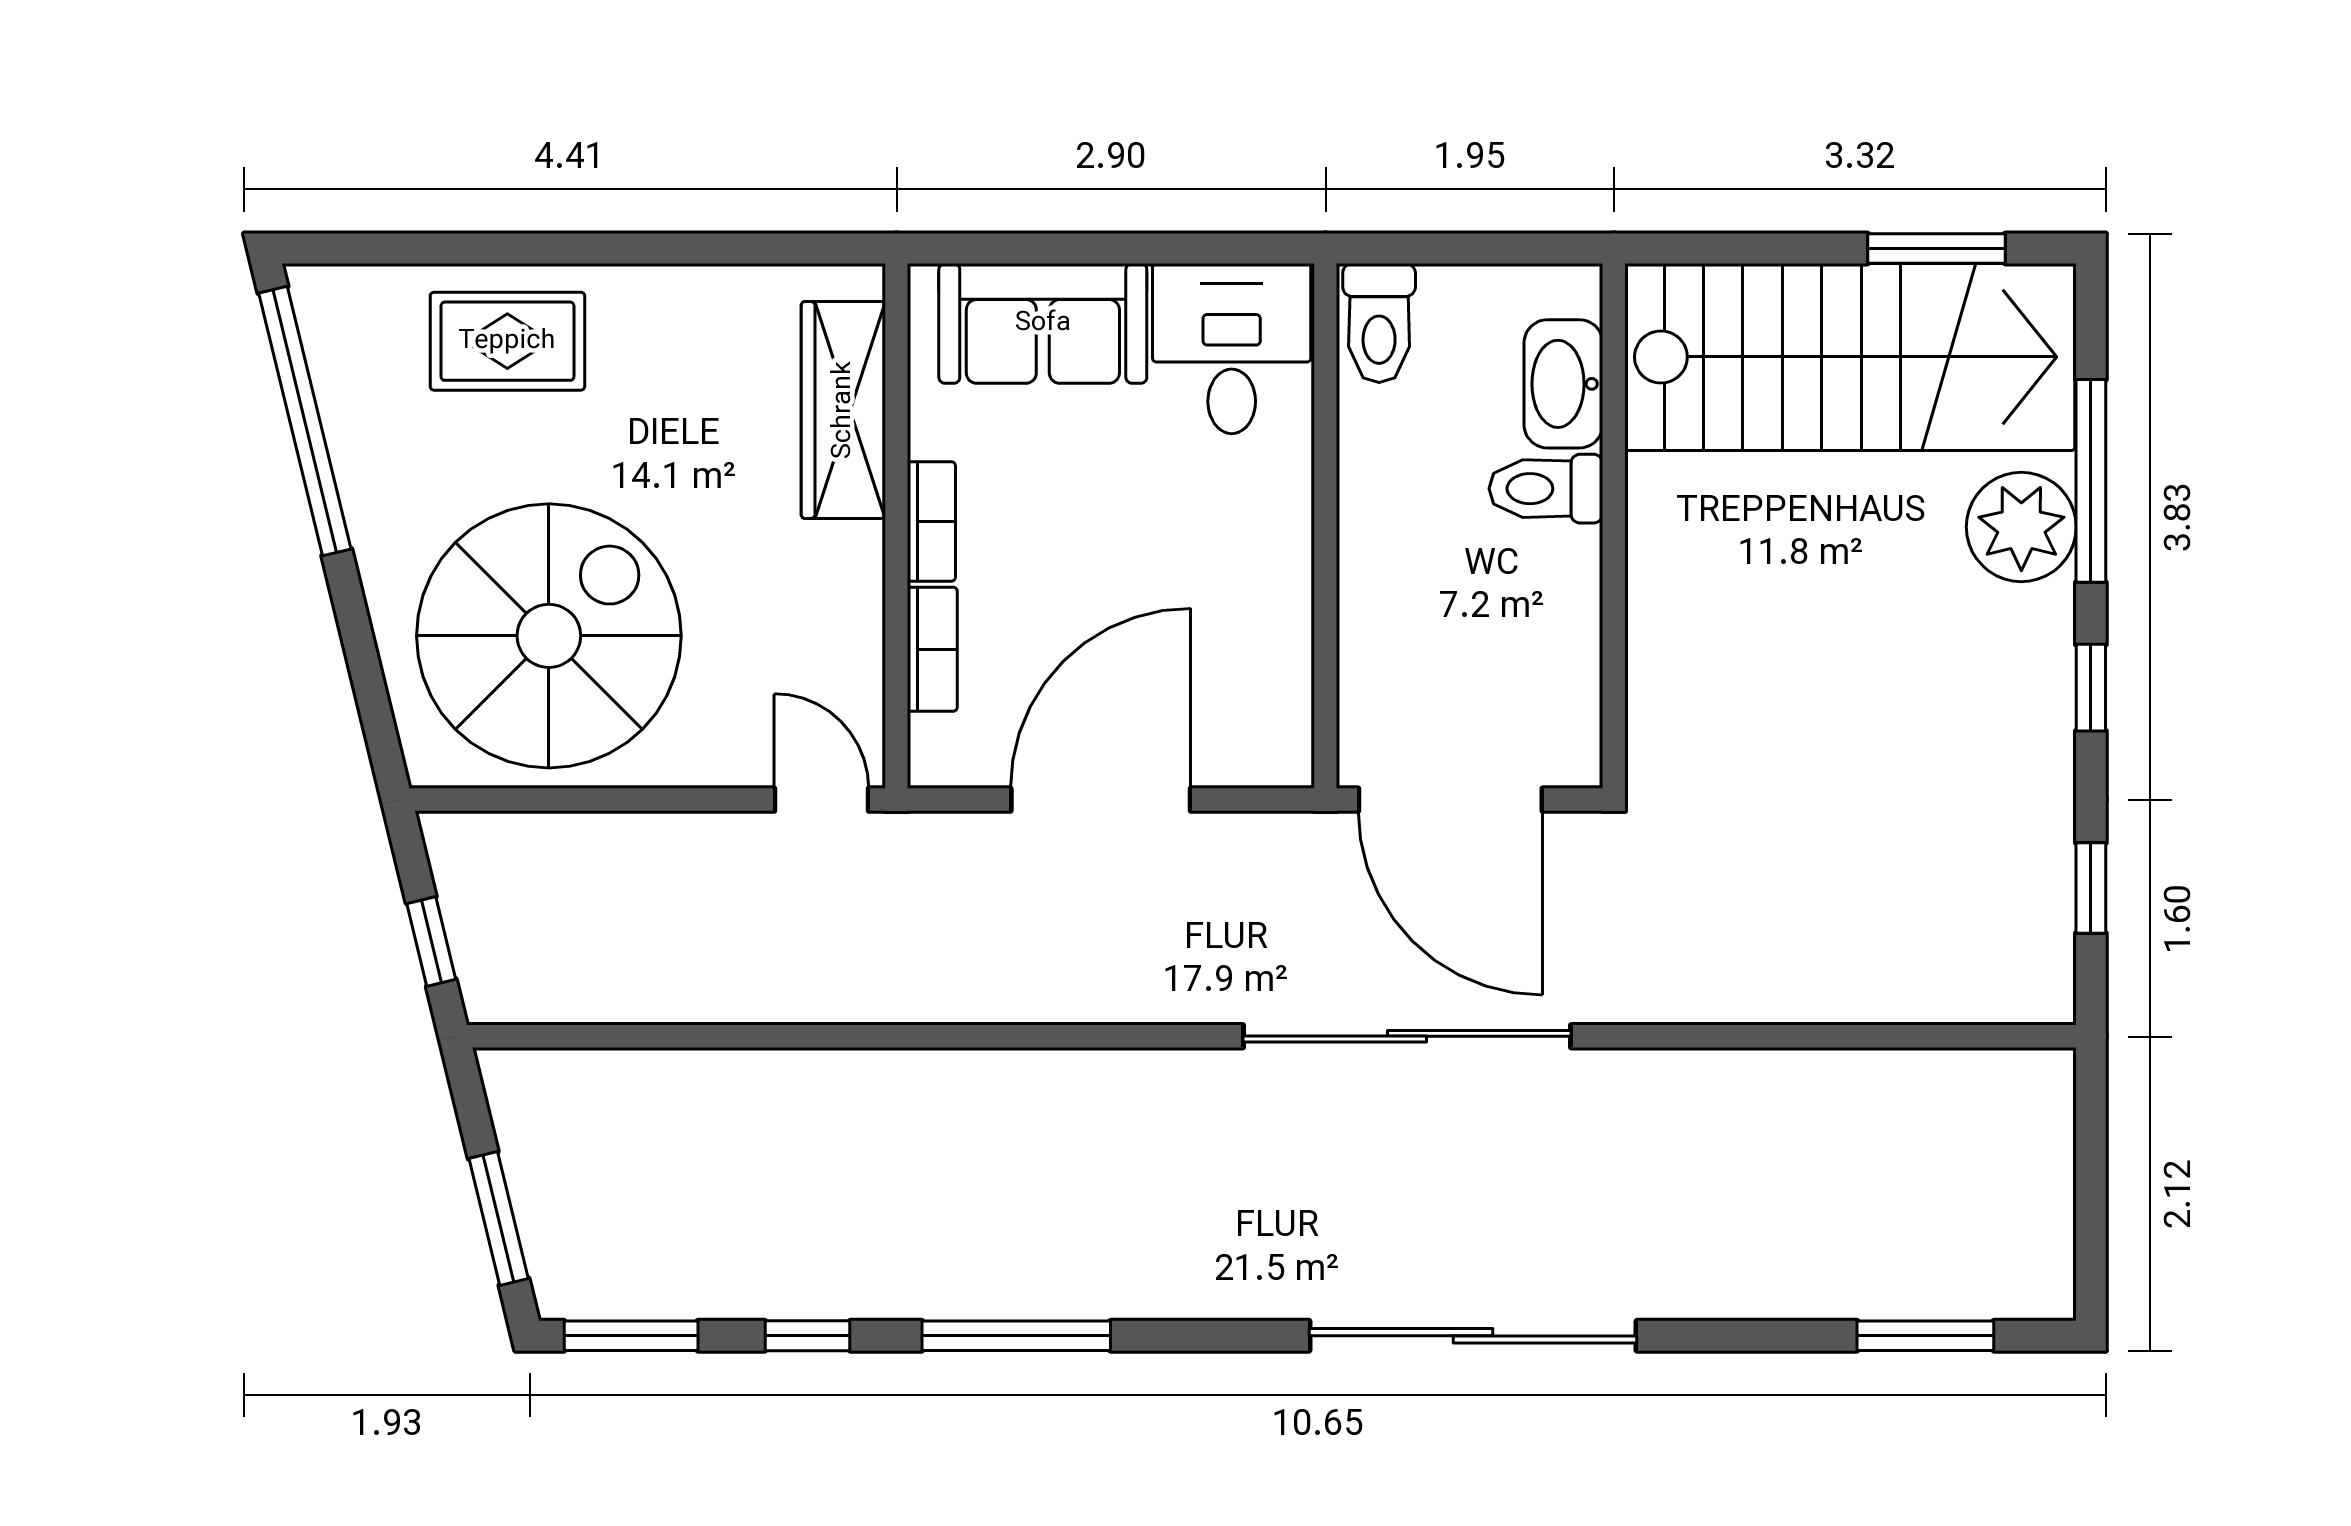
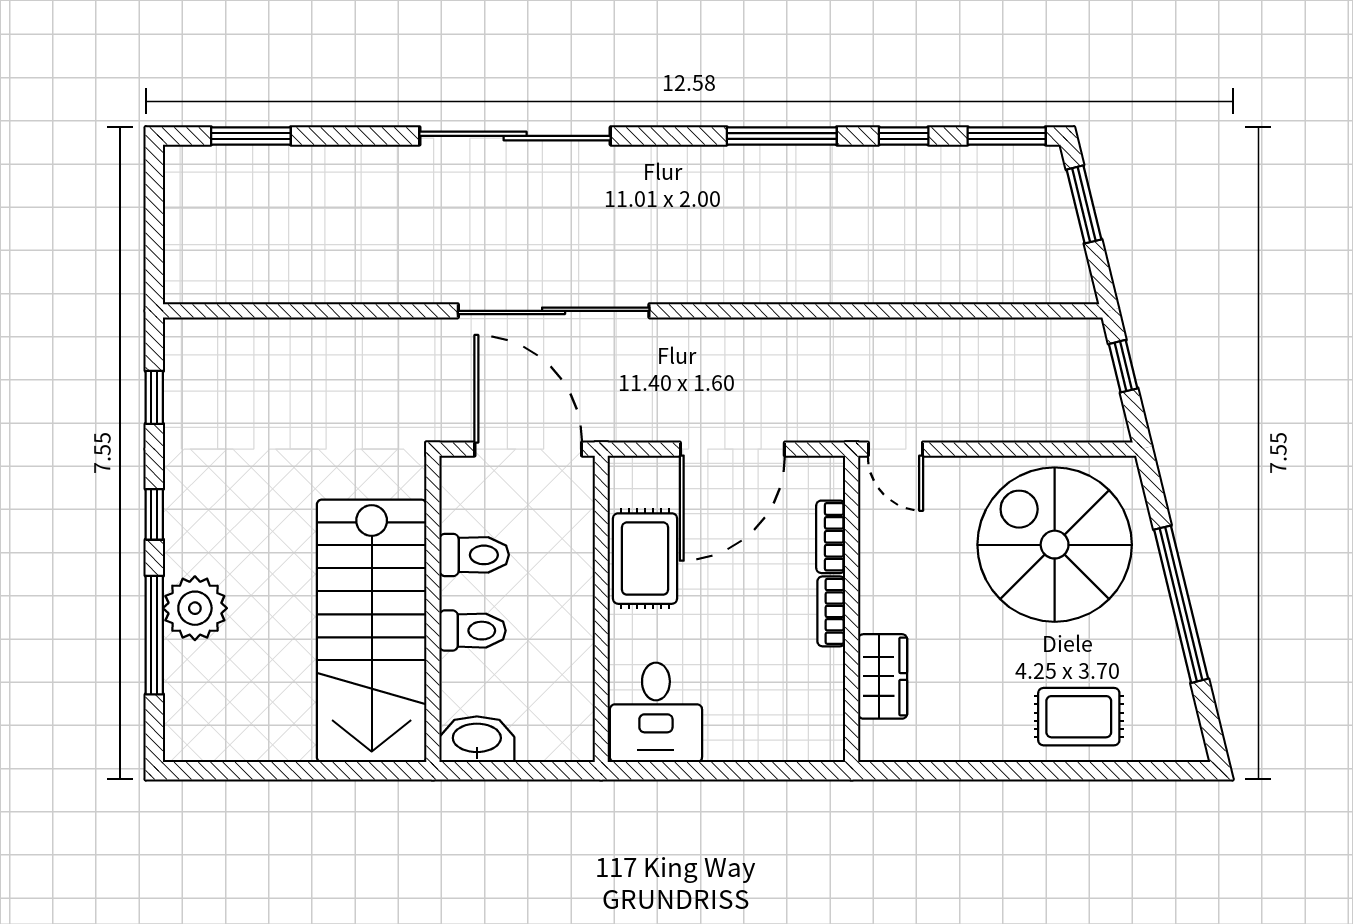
window: (1936, 248) -> (244, 771), removed
sofa: (1043, 323) -> (766, 727), removed
toilet: (1379, 323) -> (474, 555), moved, turned 90
stairs: (1850, 357) -> (372, 631), moved, turned -90
washbasin: (1563, 384) -> (477, 739), moved, turned -90
wardrobe: (843, 410) -> (883, 676), width x0.67
window: (305, 421) -> (1181, 604), moved
rug: (1250, 612) -> (645, 559), added
spiral stairs: (549, 636) -> (1055, 545), turned 90

